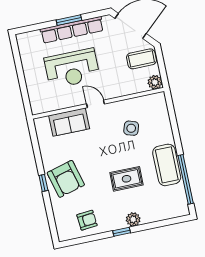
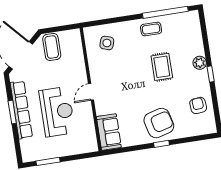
window: (18, 62) -> (48, 161), added
plant: (155, 82) -> (74, 36), removed
sofa: (69, 122) -> (109, 132), moved
side table: (131, 128) -> (107, 43), moved
coffee table: (167, 165) -> (151, 29), width x0.54, depth x0.58

